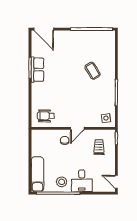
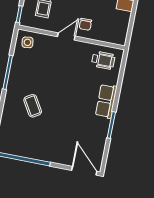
row of seats: (37, 70) -> (106, 101), moved

